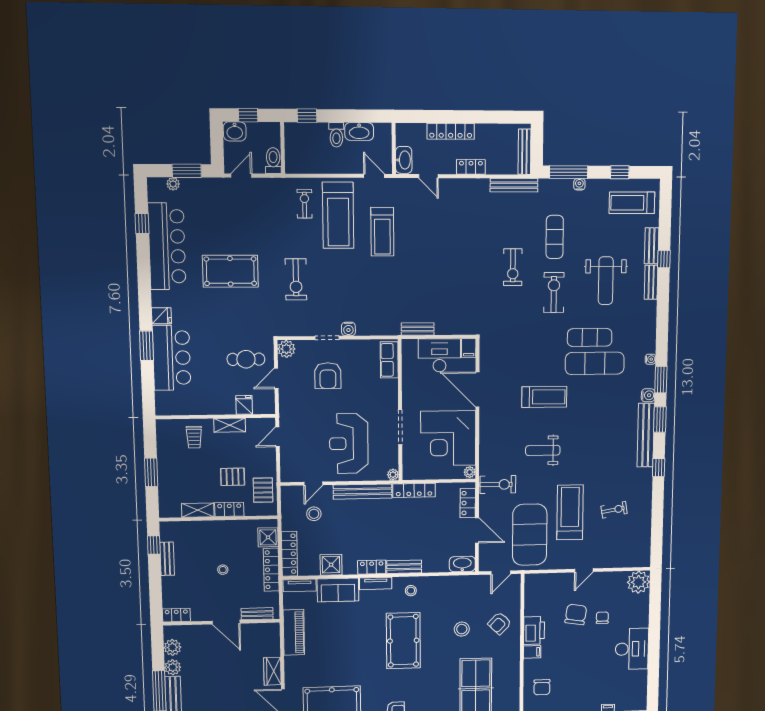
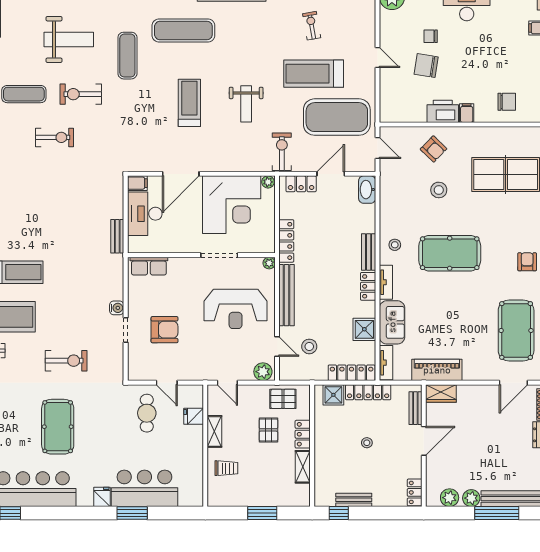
plant: (286, 349) -> (263, 372), moved
exercise mat: (595, 363) -> (183, 30), moved, turned 90
wardrobe: (272, 671) -> (441, 393), moved

